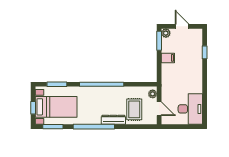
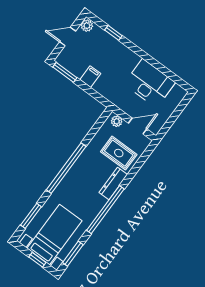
plant: (166, 33) -> (87, 26), moved
desk: (190, 109) -> (150, 83), moved

